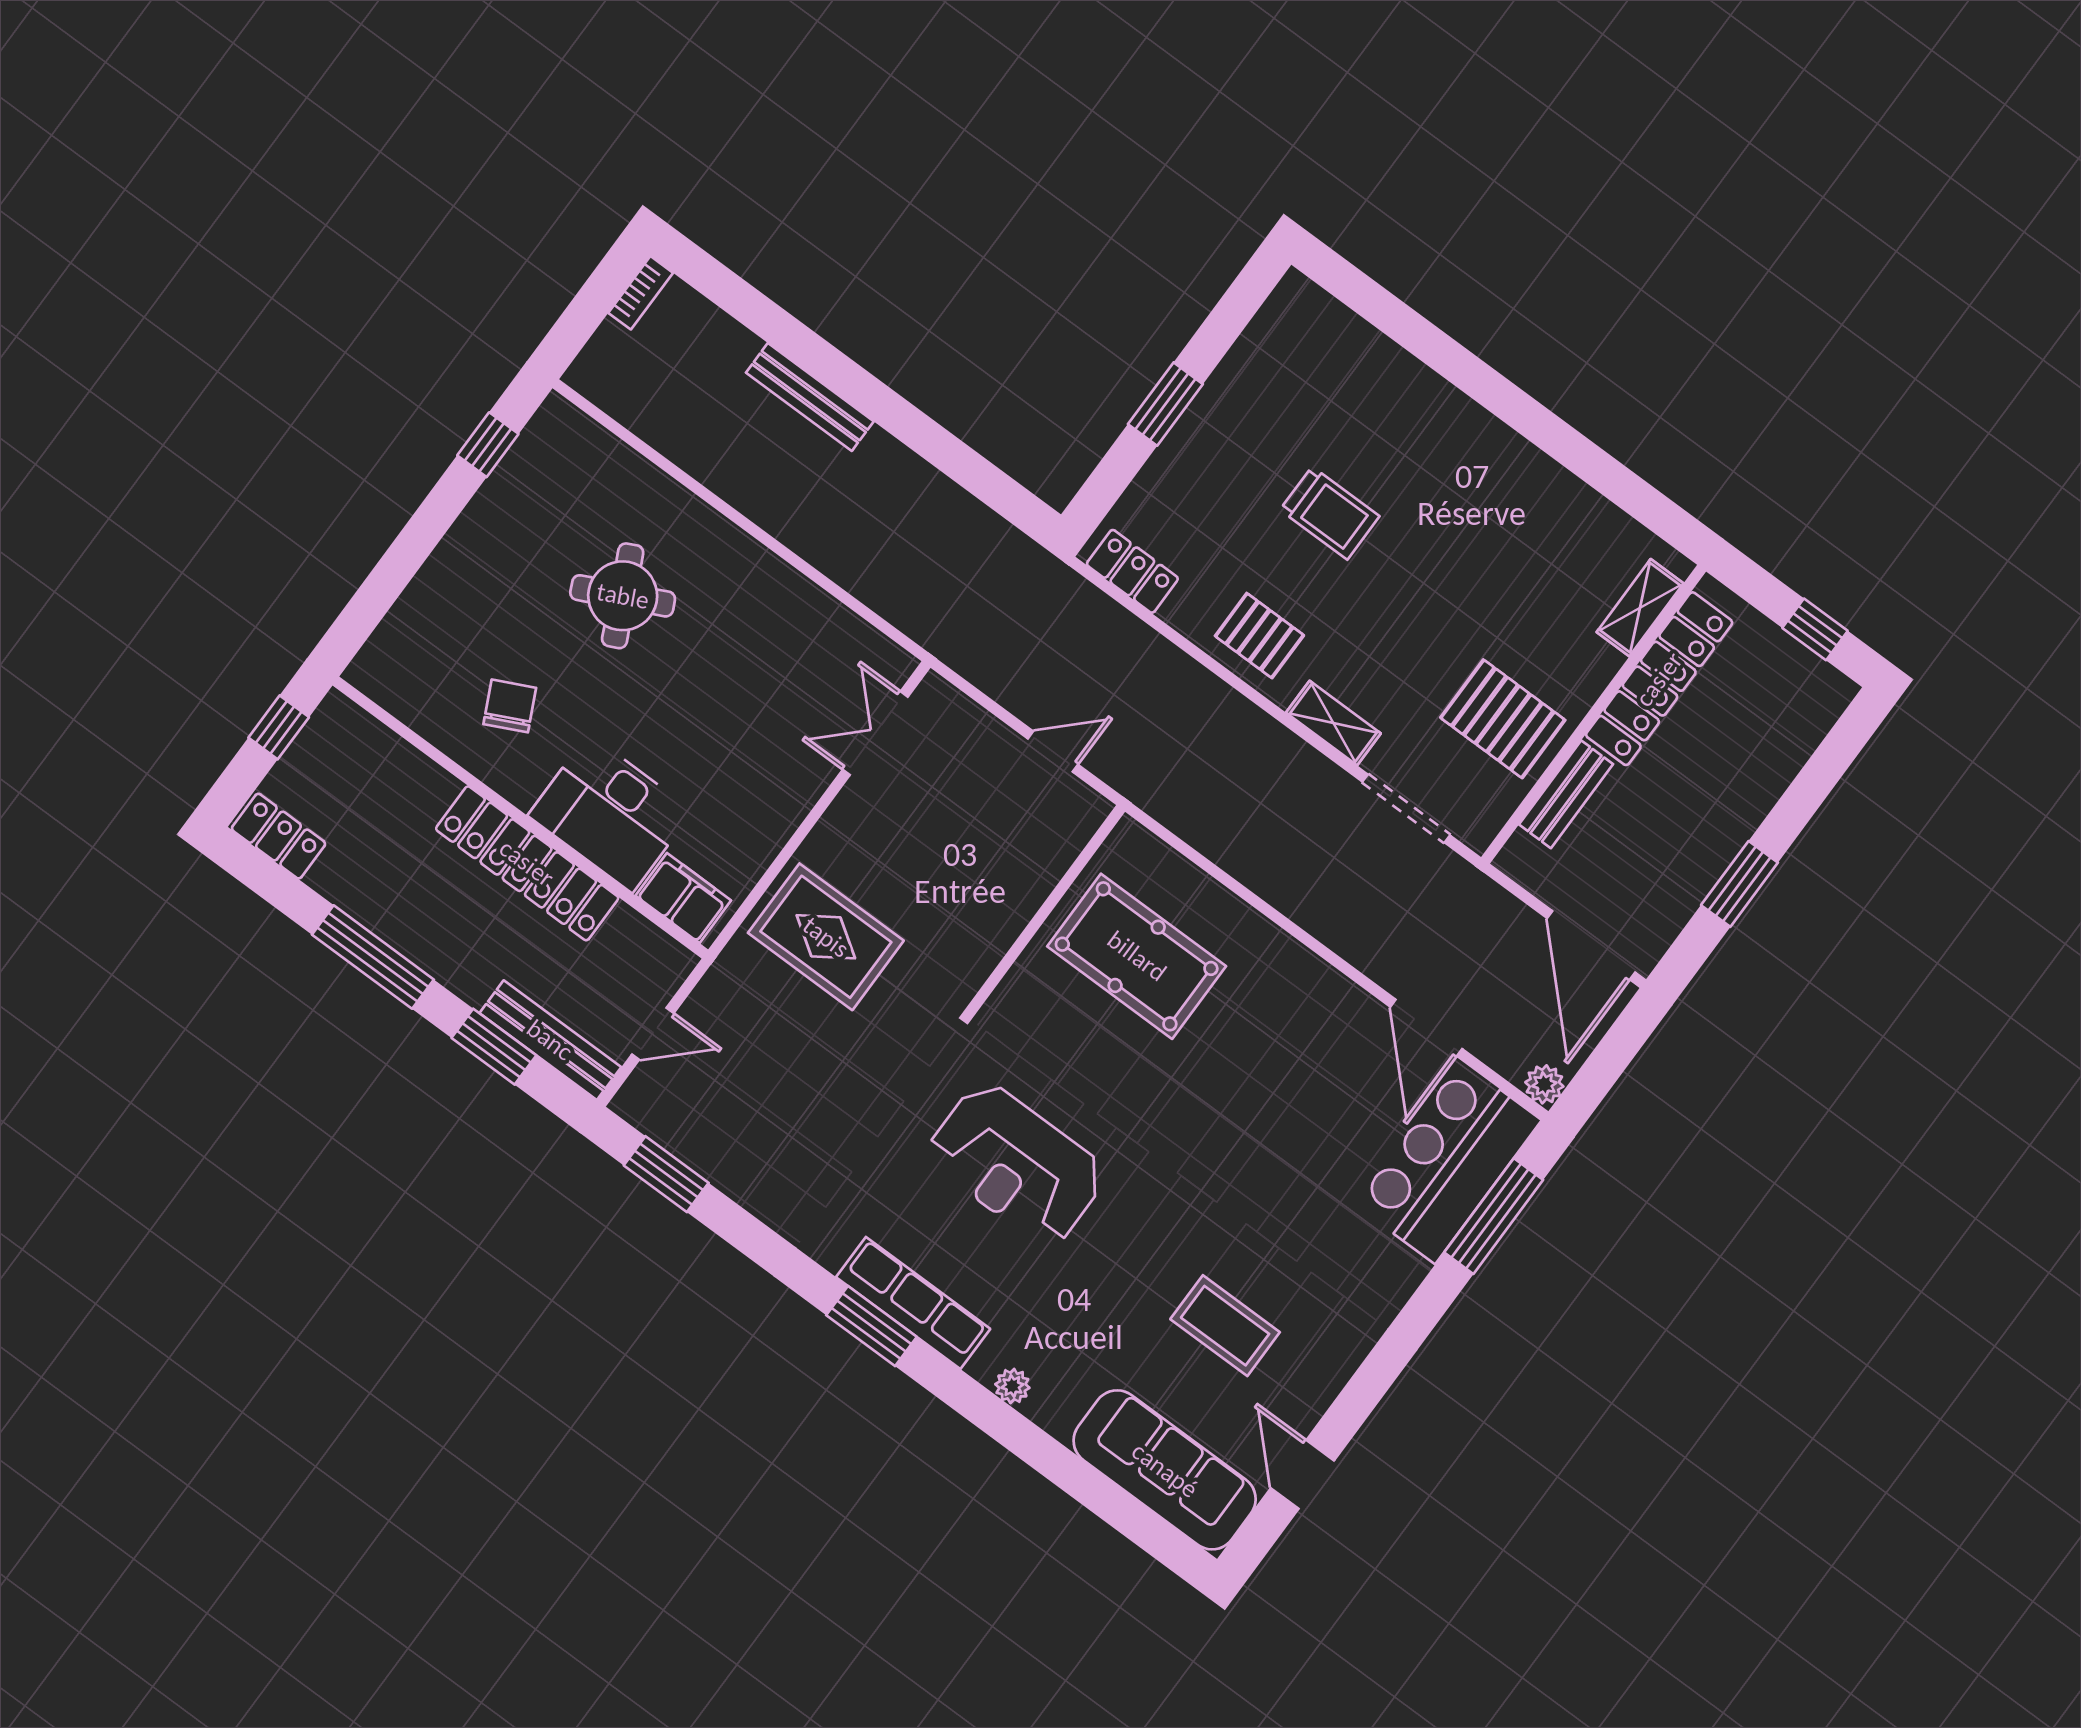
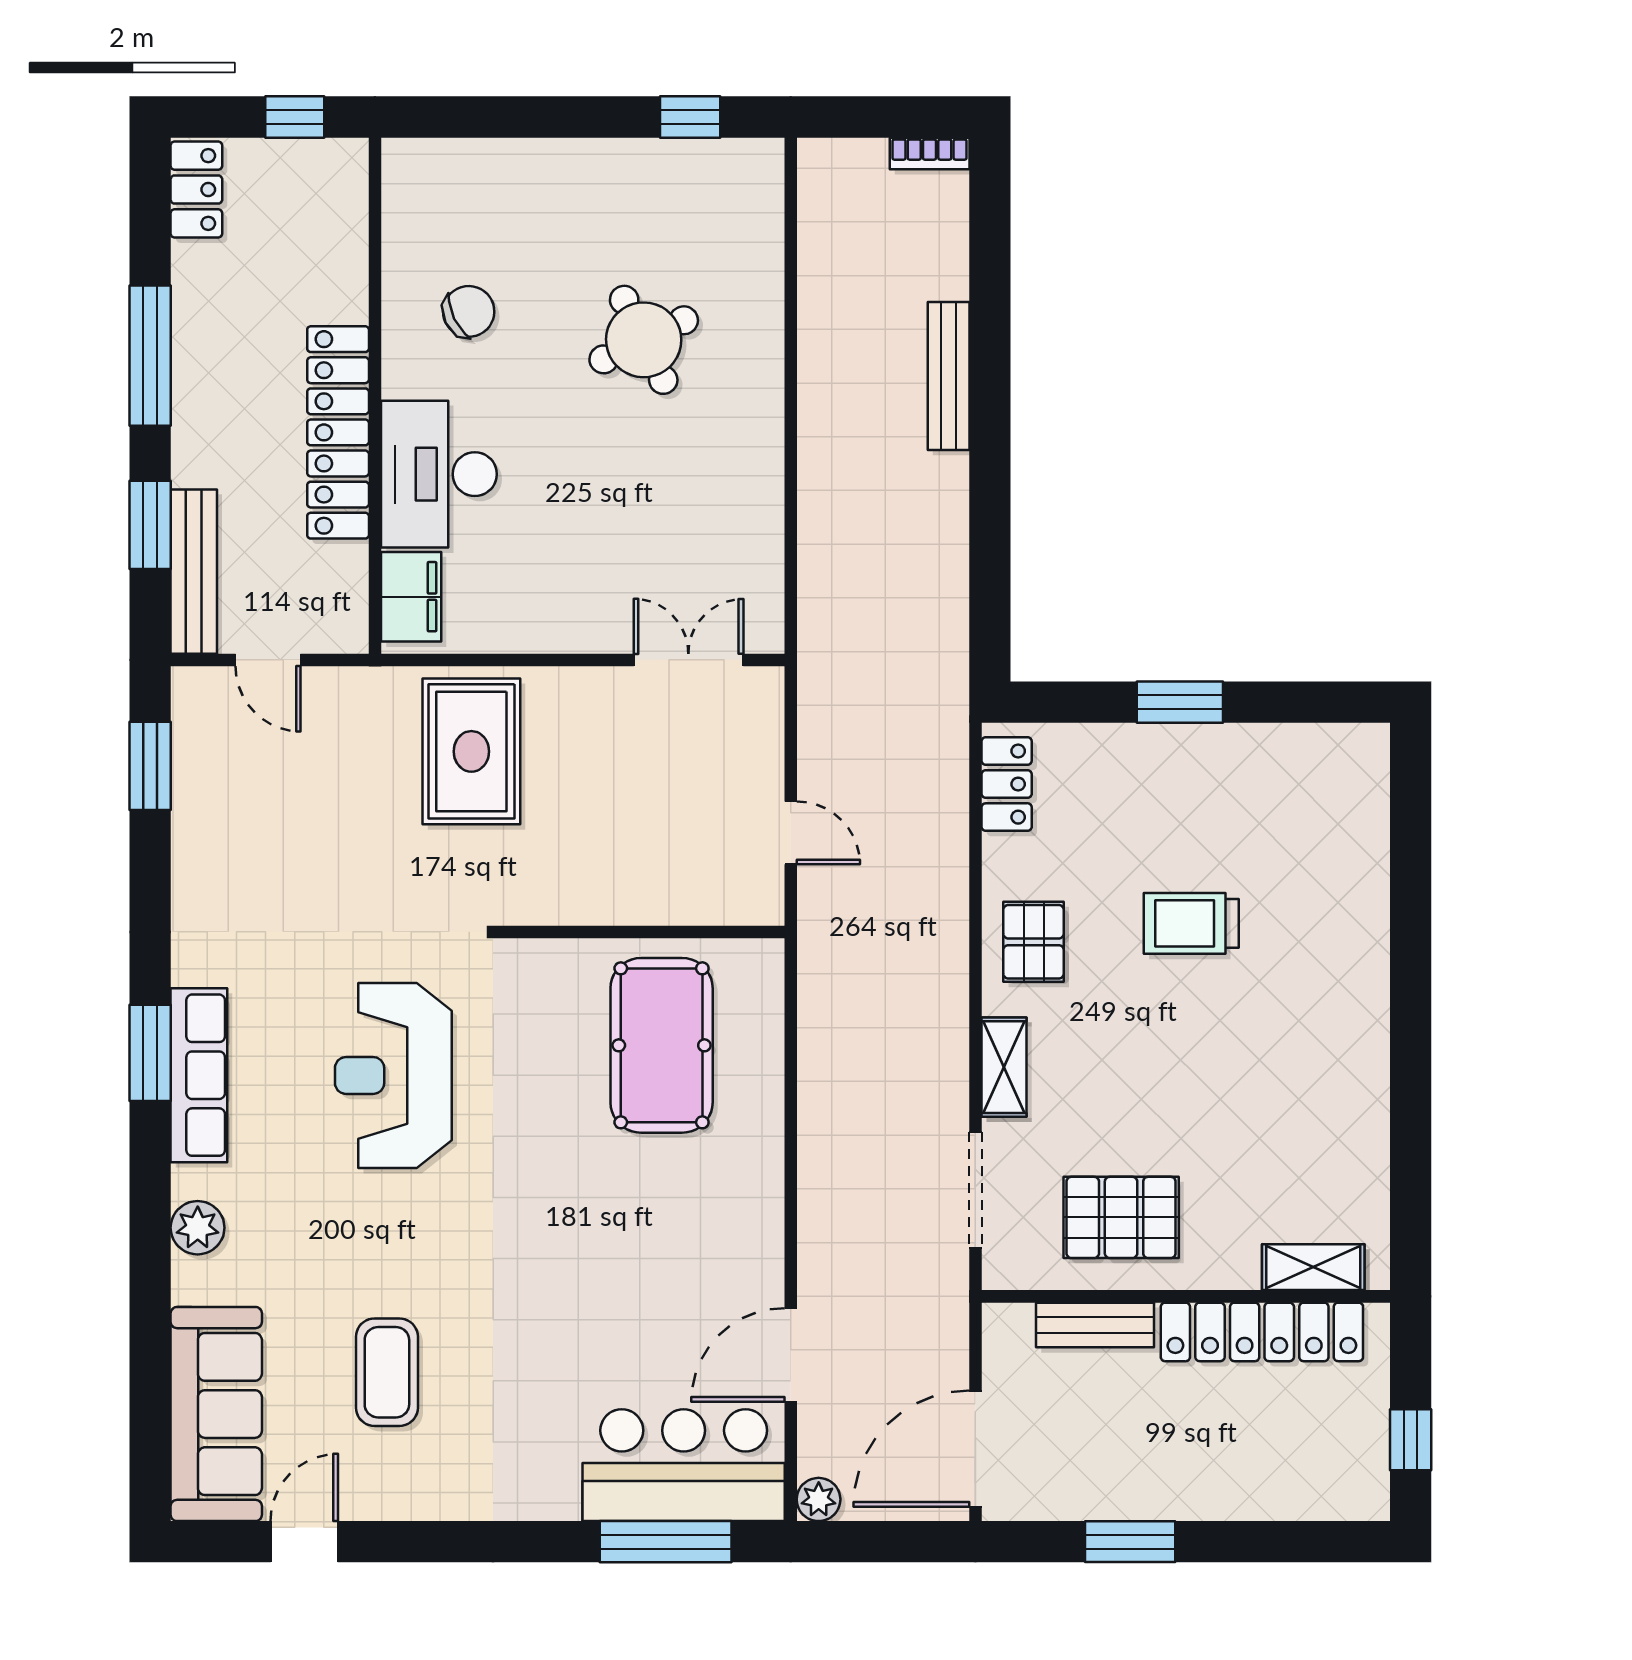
trolley: (1330, 513) -> (1191, 923), turned 90
pallet: (1503, 719) -> (1121, 1217), turned 90
plant: (1012, 1386) -> (198, 1228), width x1.38, depth x1.38

